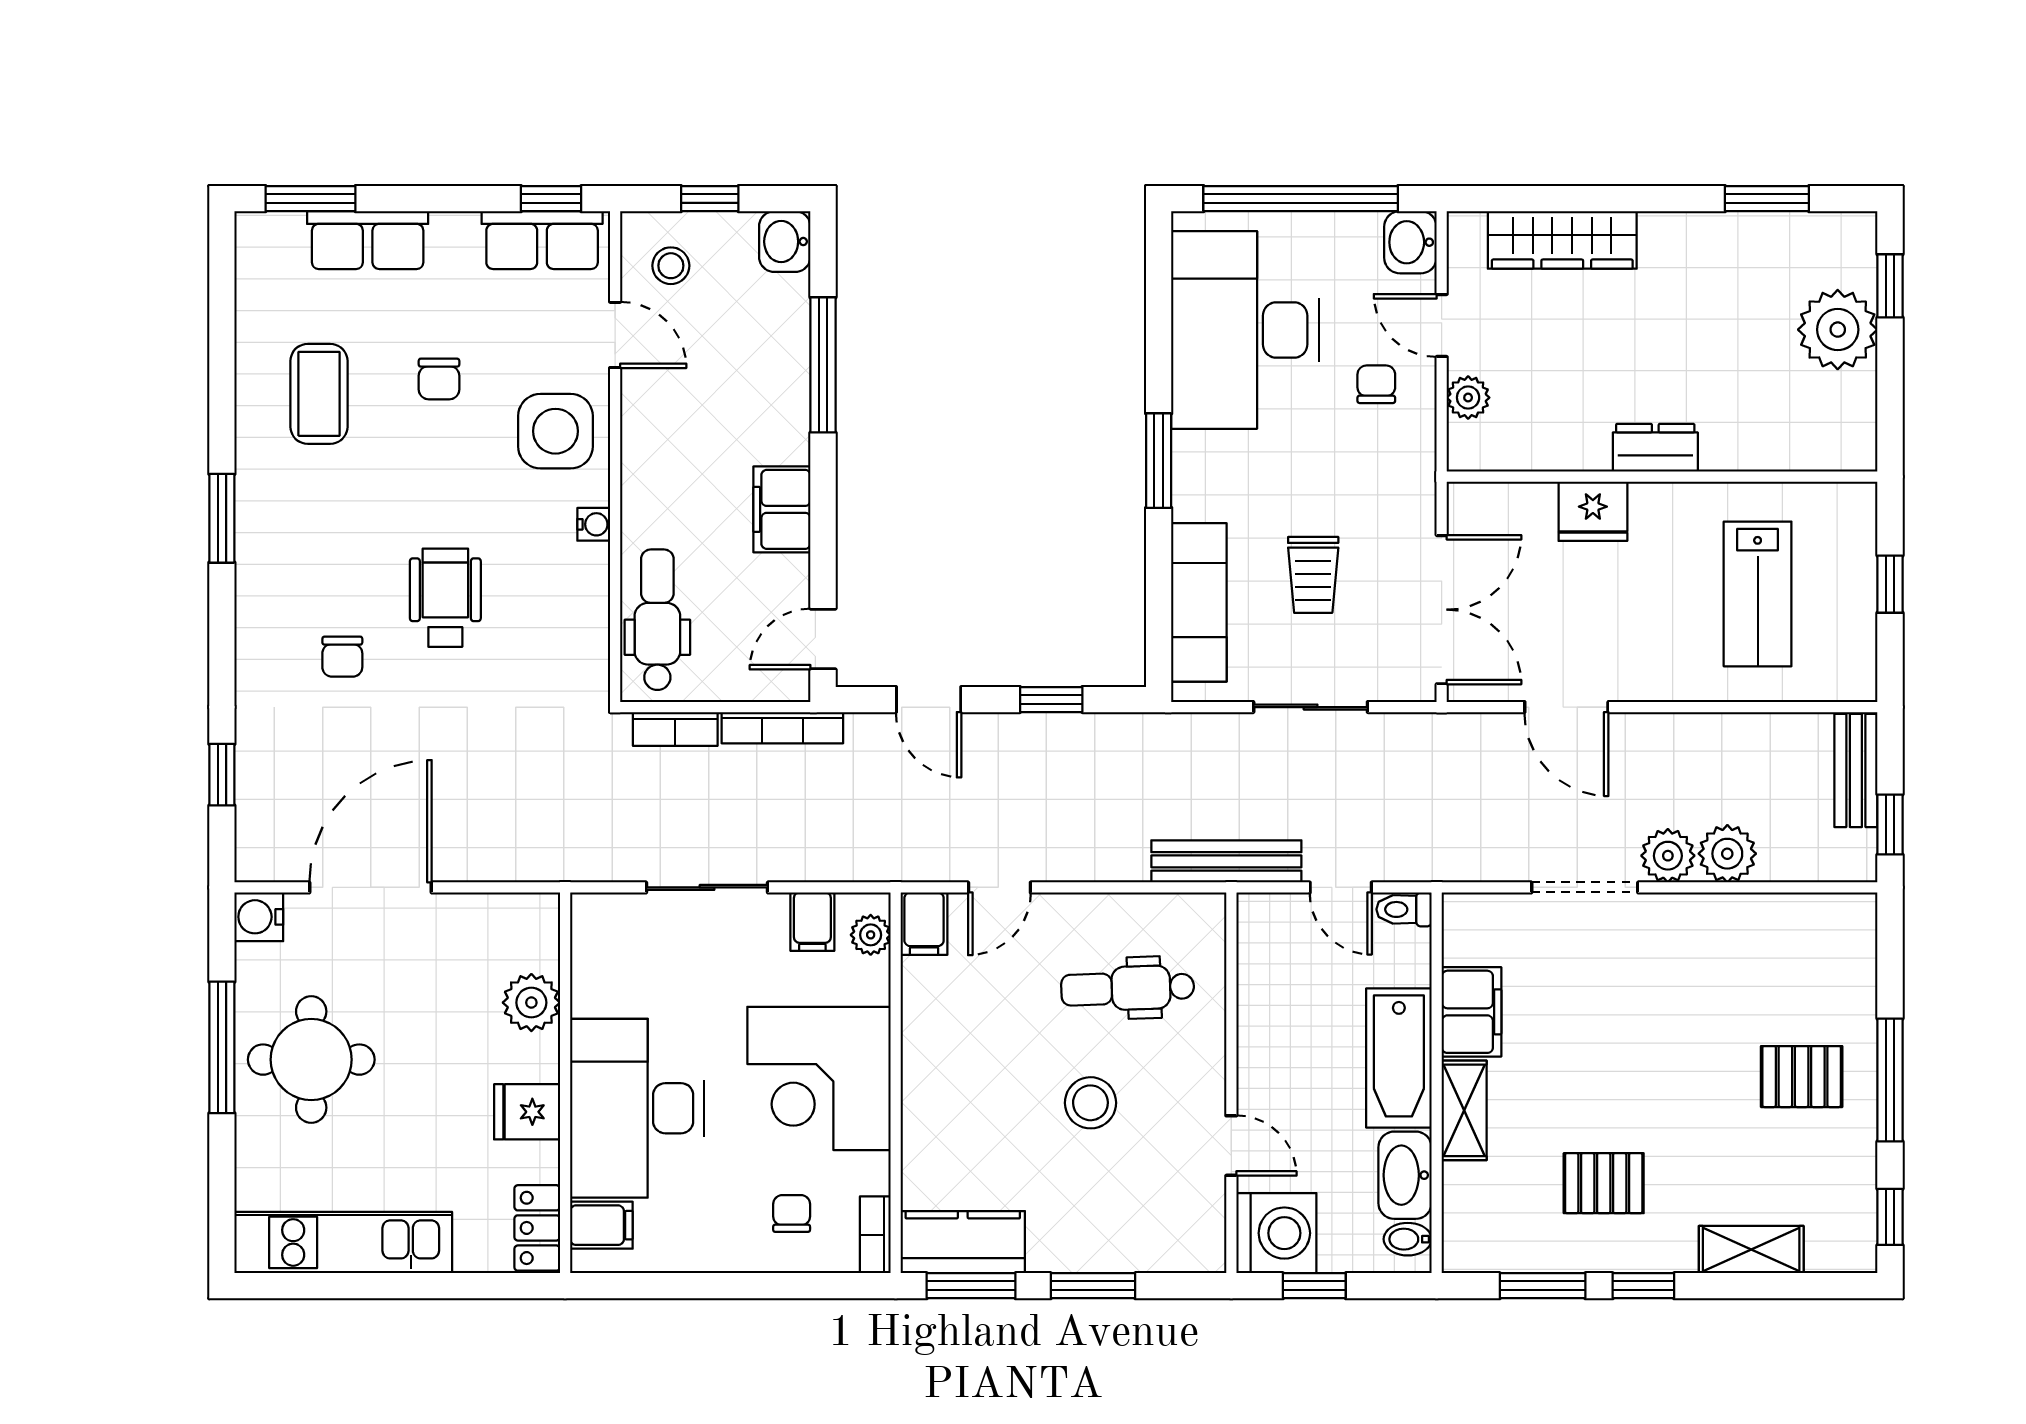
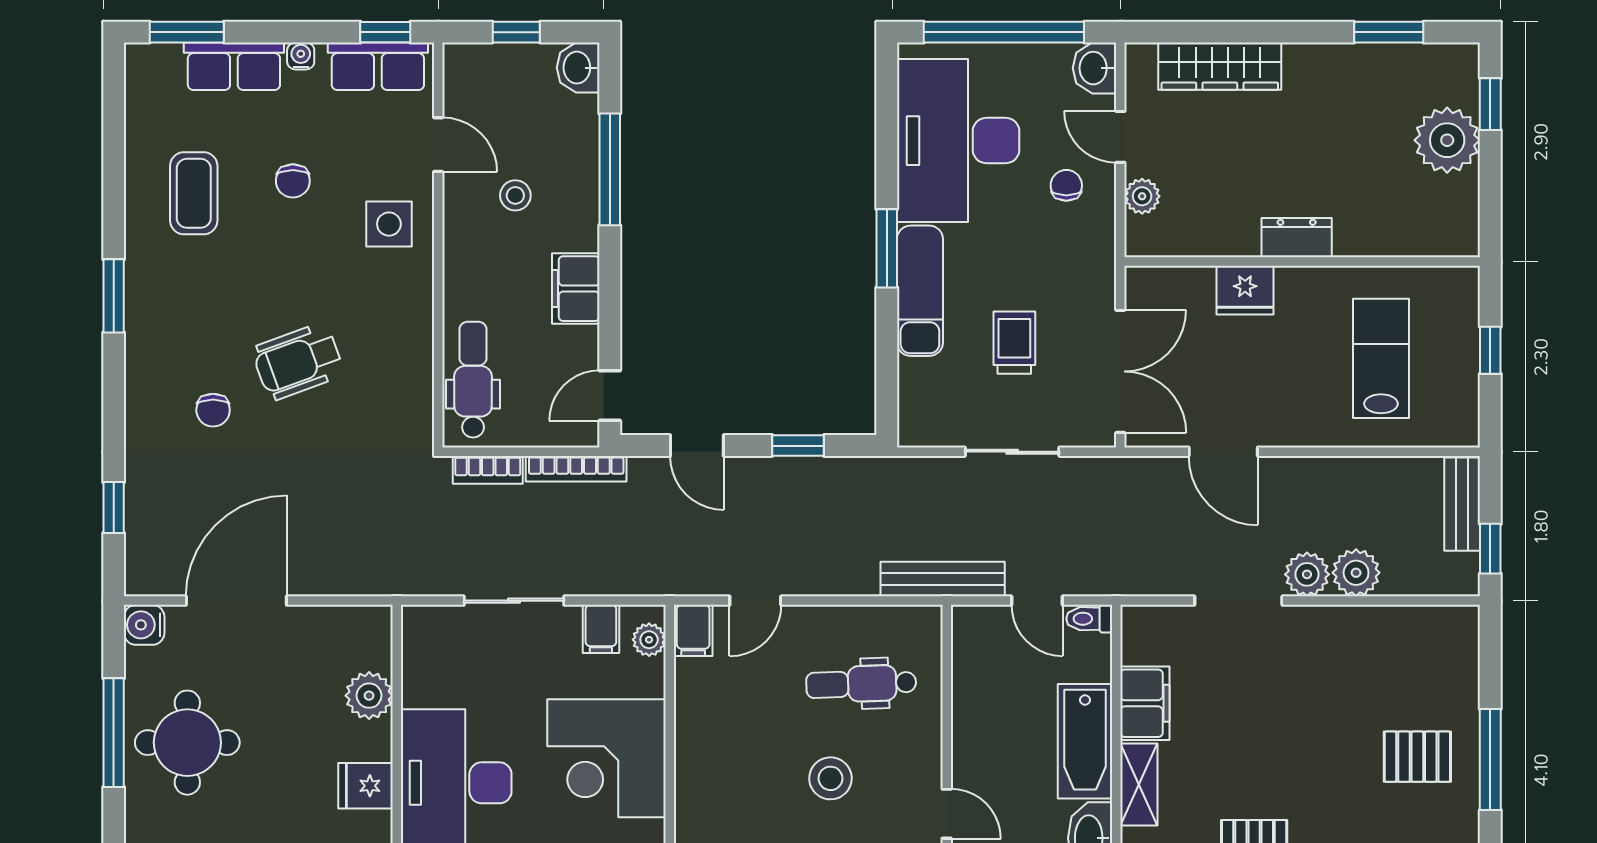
stool: (671, 266) -> (515, 195), moved
side table: (555, 431) -> (389, 224), width x0.73, depth x0.73
water cooler: (594, 524) -> (301, 56), moved, turned -90
trolley: (1313, 575) -> (1014, 343), turned 180
lab bench: (1758, 594) -> (1381, 358), turned 180
wheelchair: (445, 598) -> (298, 361), turned -110
exam couch: (1199, 602) -> (920, 291), moved

